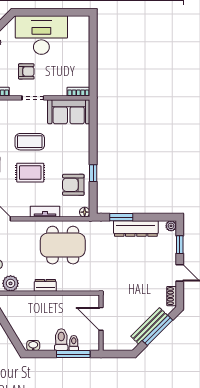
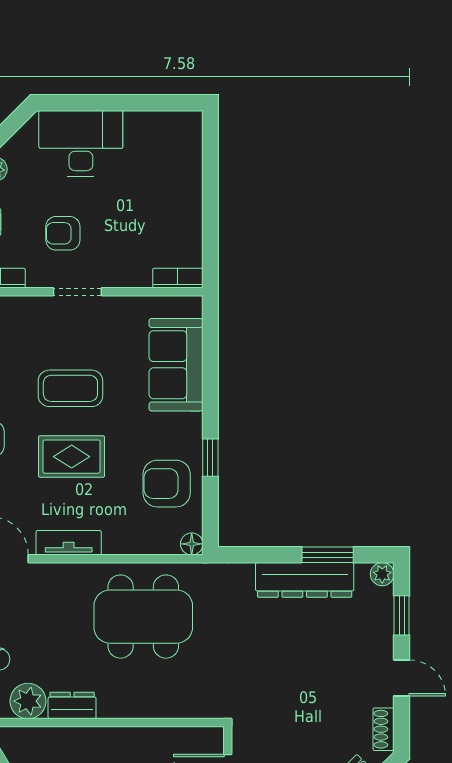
desk: (41, 35) -> (81, 143), width x0.73, depth x0.77
armchair: (26, 71) -> (63, 233), turned 180
sofa: (69, 112) -> (176, 365), moved, turned 90
tv unit: (45, 212) -> (69, 543), moved
window: (121, 217) -> (328, 555), moved
dresser: (45, 285) -> (72, 706), moved

